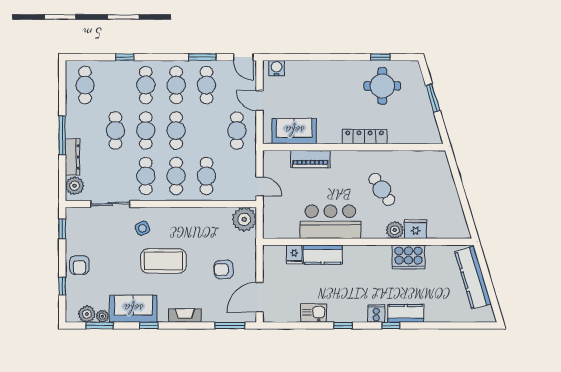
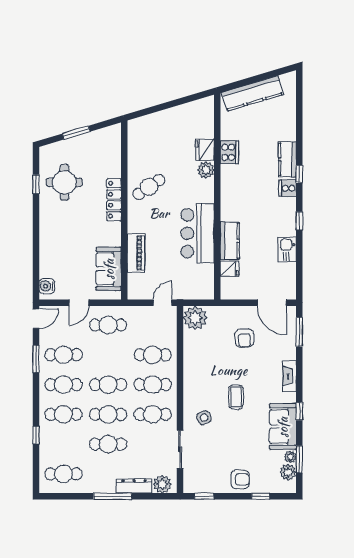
cafe table: (382, 189) -> (149, 187), moved
cooker: (408, 257) -> (229, 152), width x0.73, depth x0.76
coffee table: (163, 261) -> (236, 397), width x0.54, depth x0.58

